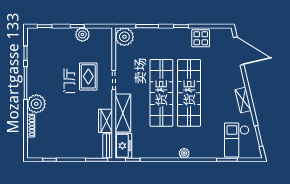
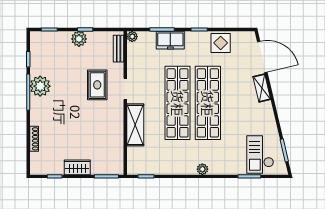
plant: (82, 35) -> (79, 39), moved
plant: (124, 37) -> (132, 37), width x0.53, depth x0.53
shelving: (243, 100) -> (262, 88), moved
plant: (36, 104) -> (40, 86), moved
wardrobe: (106, 121) -> (77, 167), moved, turned 90
bench: (108, 146) -> (119, 49), moved
freezer: (123, 146) -> (170, 40), moved, turned 90

